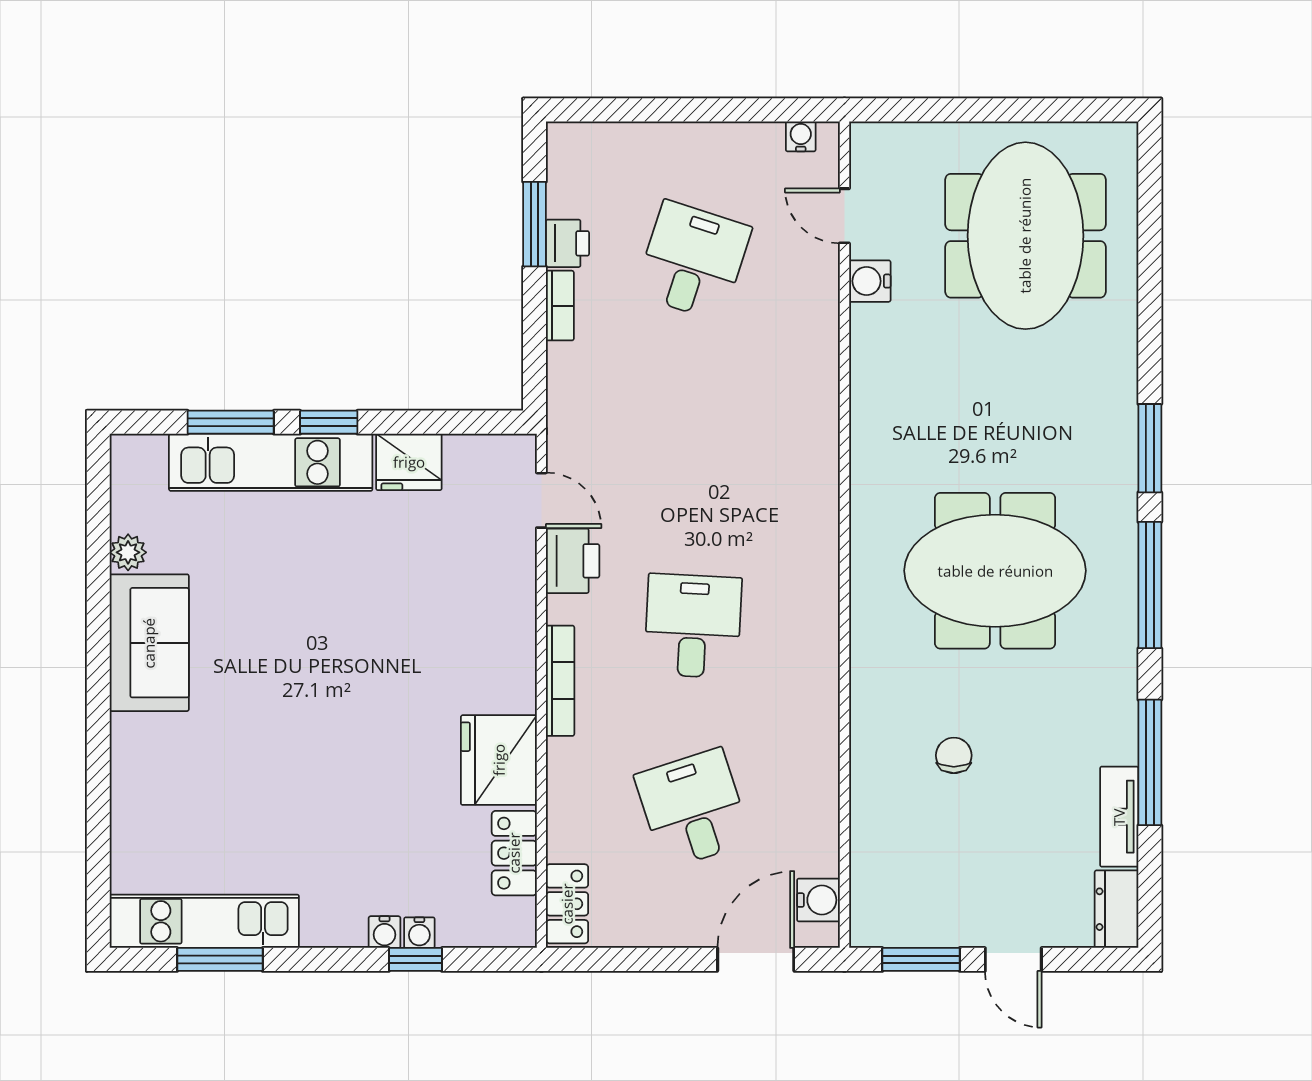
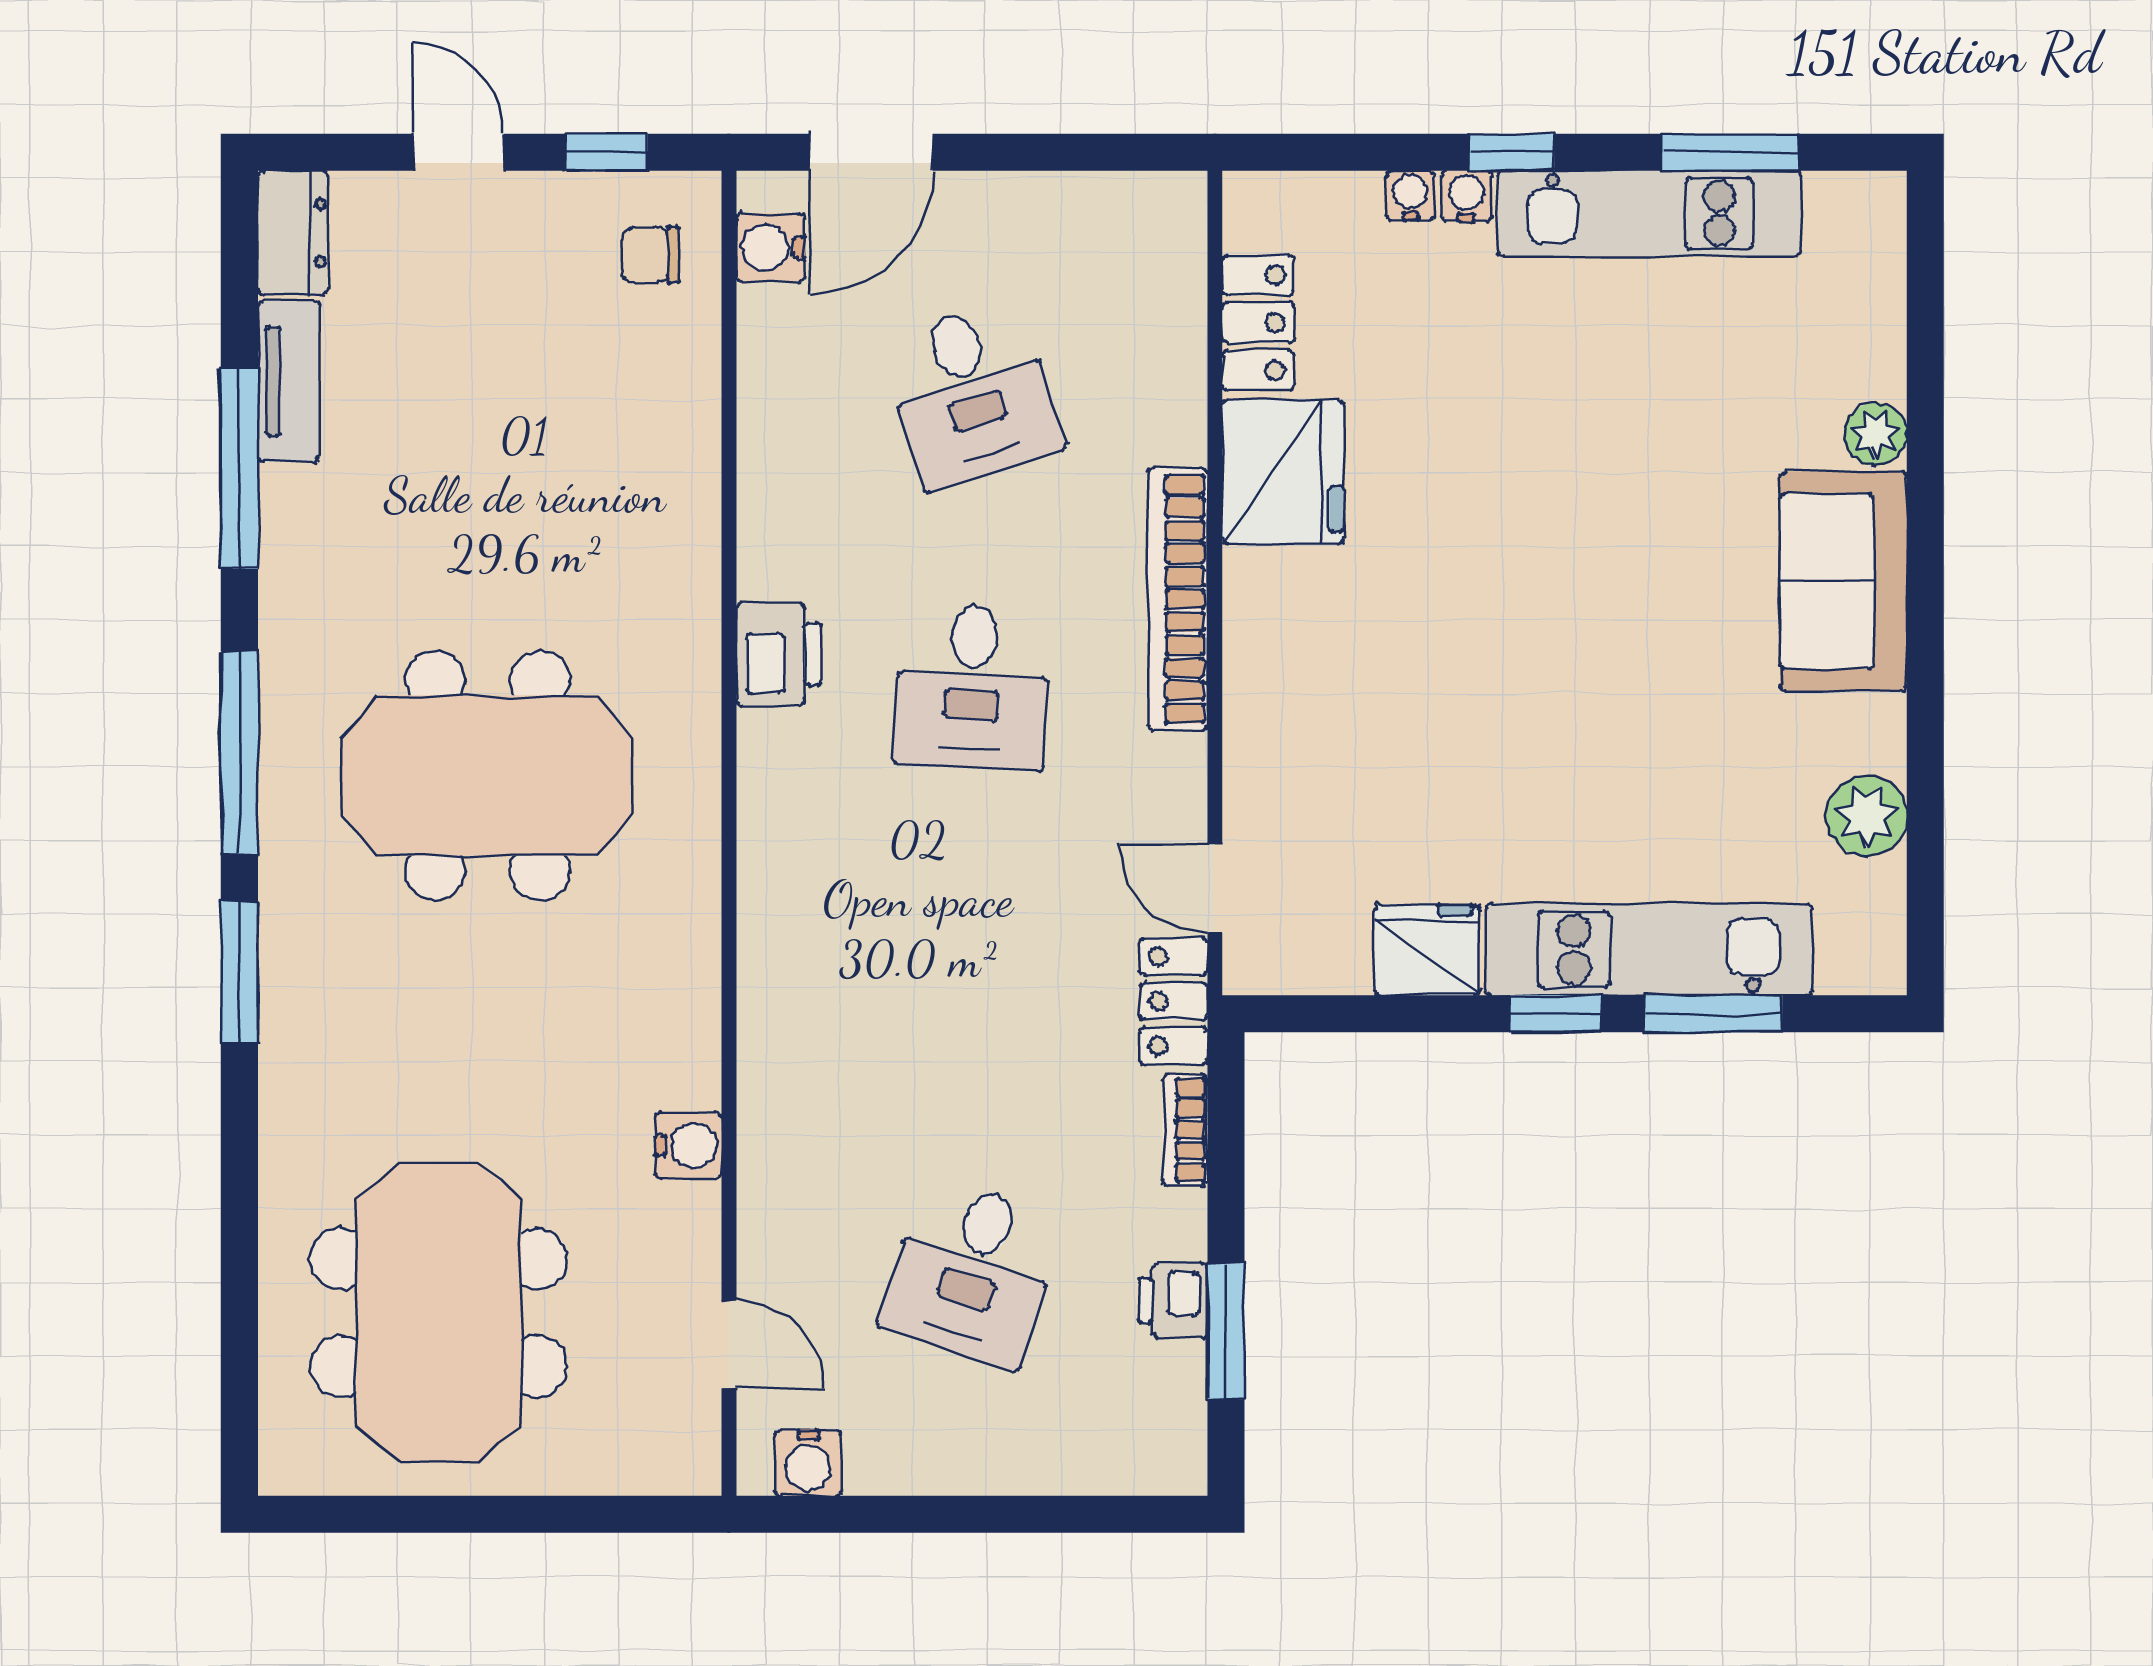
water cooler: (801, 136) -> (808, 1463), width x1.38, depth x1.38
water cooler: (870, 281) -> (688, 1145), moved
bookcase: (560, 306) -> (1185, 1130), moved
plant: (128, 552) -> (1867, 816), width x1.38, depth x1.38
printer: (573, 561) -> (779, 654), moved, turned 180
sofa: (149, 643) -> (1844, 581), moved
bookcase: (560, 681) -> (1178, 599), width x1.48, depth x1.31
chair: (954, 755) -> (651, 255), moved, turned 90
plant: (129, 784) -> (1876, 434), added
locker: (567, 904) -> (1174, 1001), moved
kitchen unit: (204, 921) -> (1649, 213), moved
window: (415, 959) -> (1512, 152), moved
window: (921, 959) -> (606, 152), width x0.67

